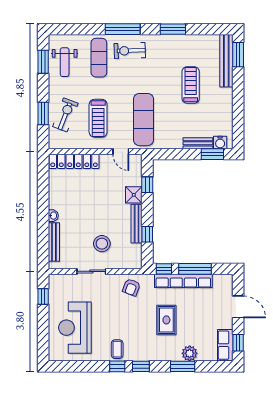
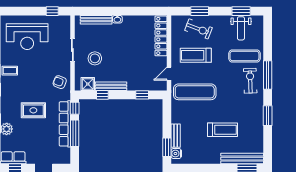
weight bench: (65, 62) -> (241, 28), turned -90
shower: (134, 195) -> (88, 84), moved
reception desk: (75, 328) -> (27, 37), turned 180

